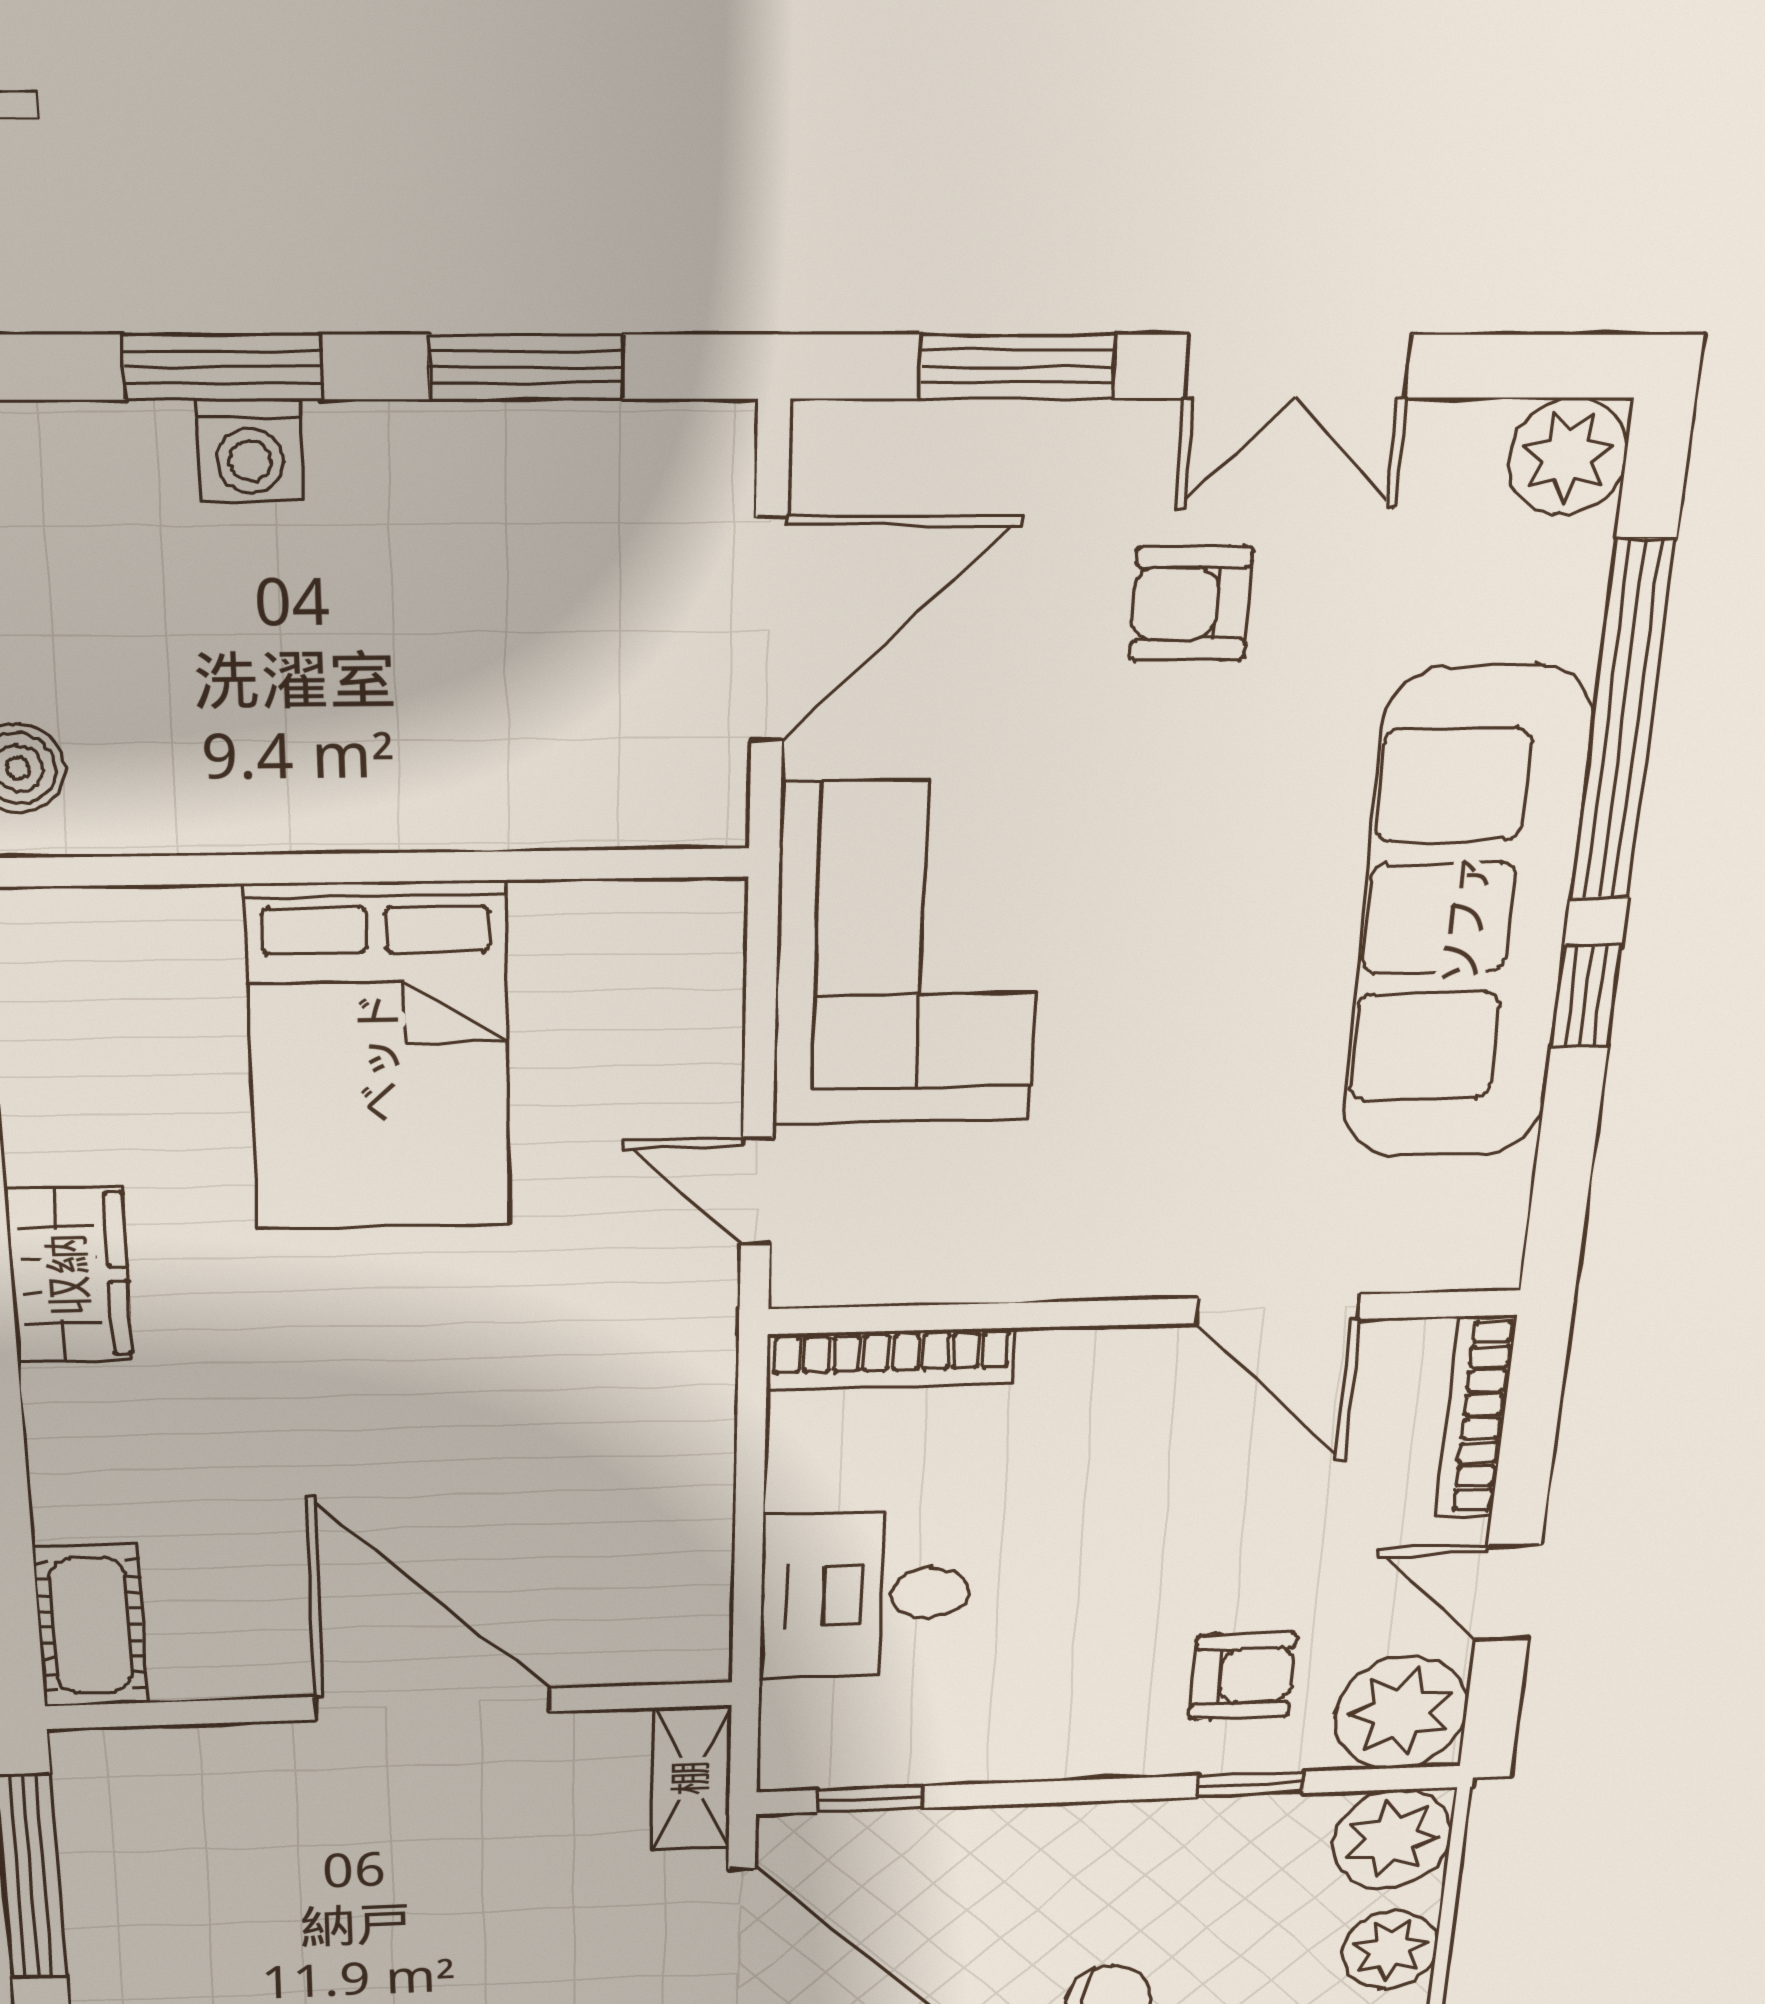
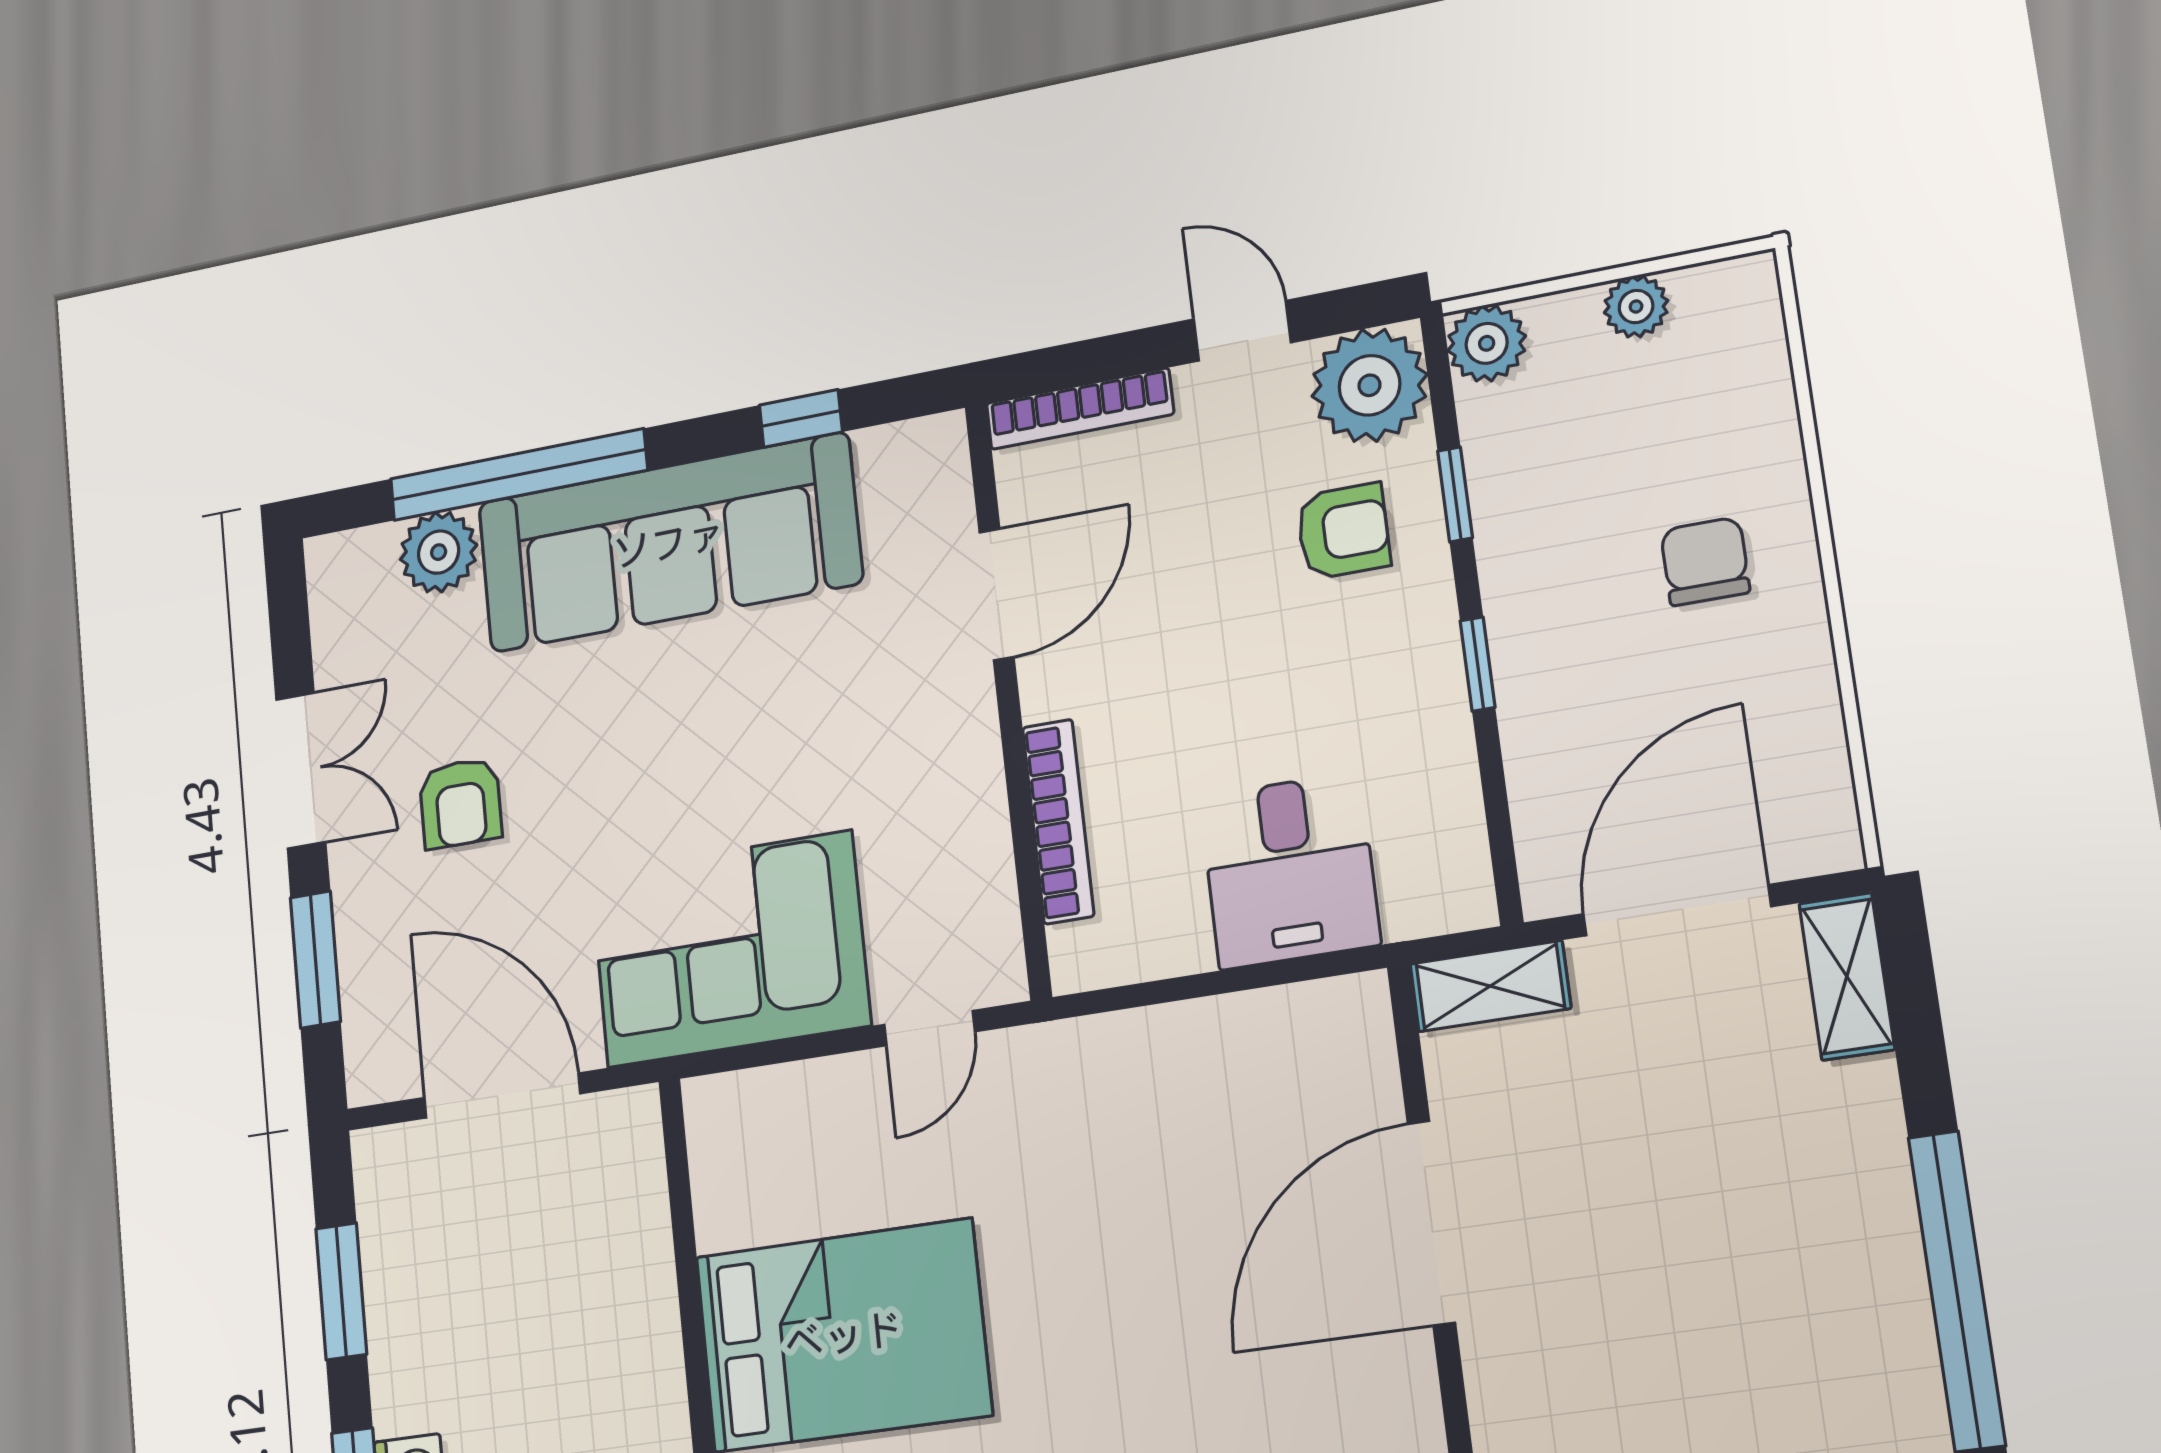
plant: (1568, 457) -> (439, 552), moved
window: (1586, 996) -> (801, 418), moved
bookcase: (891, 1359) -> (1058, 821), moved
door: (1508, 1593) -> (1242, 331), swing flipped
armchair: (1243, 1676) -> (1343, 531), turned 90
window: (869, 1799) -> (1478, 664), moved
plant: (1392, 1839) -> (1487, 343), width x0.73, depth x0.73
plant: (1390, 1950) -> (1636, 307), width x0.73, depth x0.73

